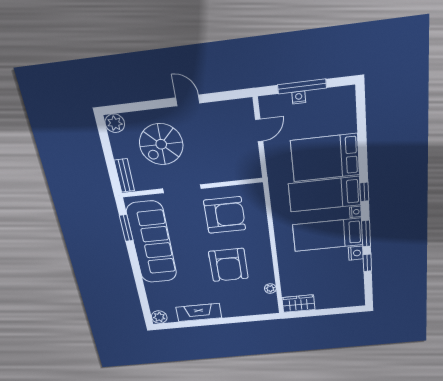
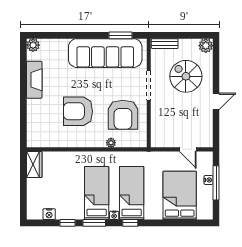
bed: (325, 158) -> (180, 195), moved
nightstand: (356, 253) -> (49, 214), moved
plant: (270, 289) -> (111, 143), moved

